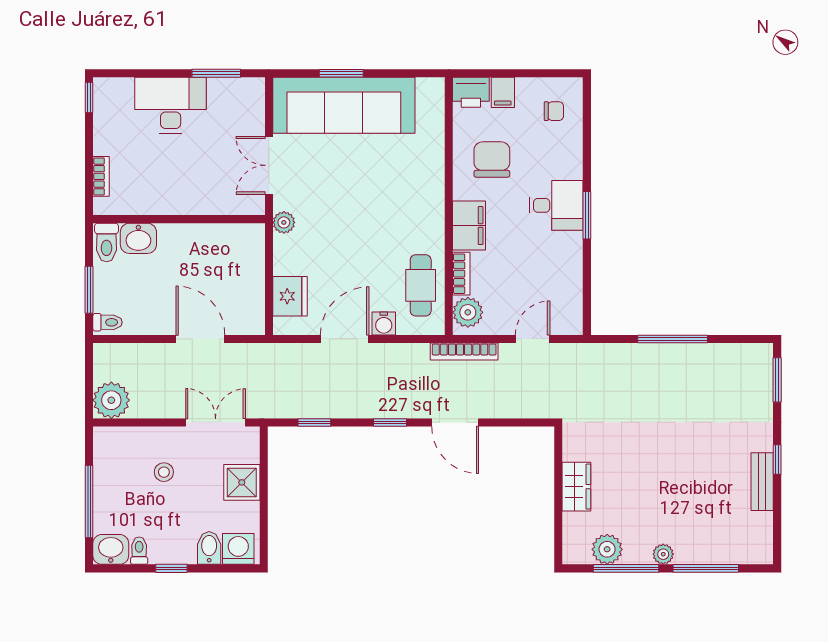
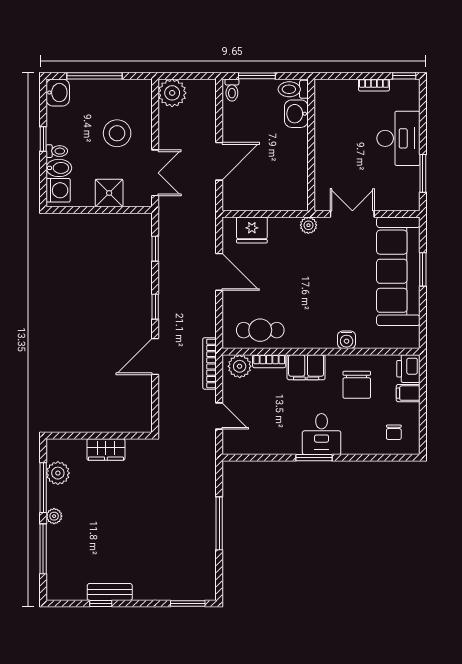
chair: (492, 159) -> (357, 385), turned 90
bookcase: (101, 176) -> (374, 85), moved
water cooler: (384, 323) -> (347, 340), moved, turned -90
window: (777, 459) -> (101, 603), moved
stool: (164, 472) -> (117, 133), width x1.89, depth x1.89
toilet: (139, 551) -> (57, 151), moved

